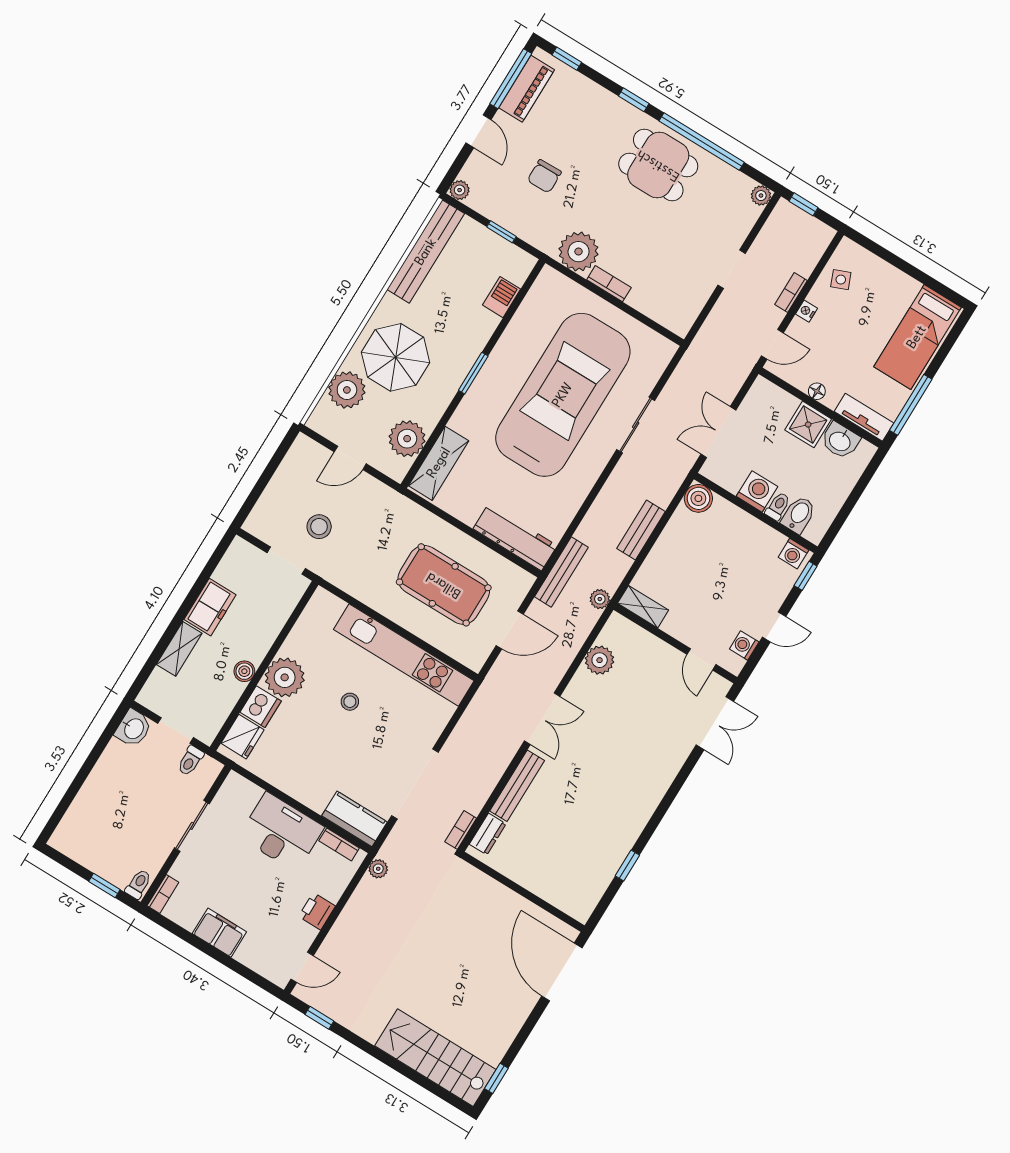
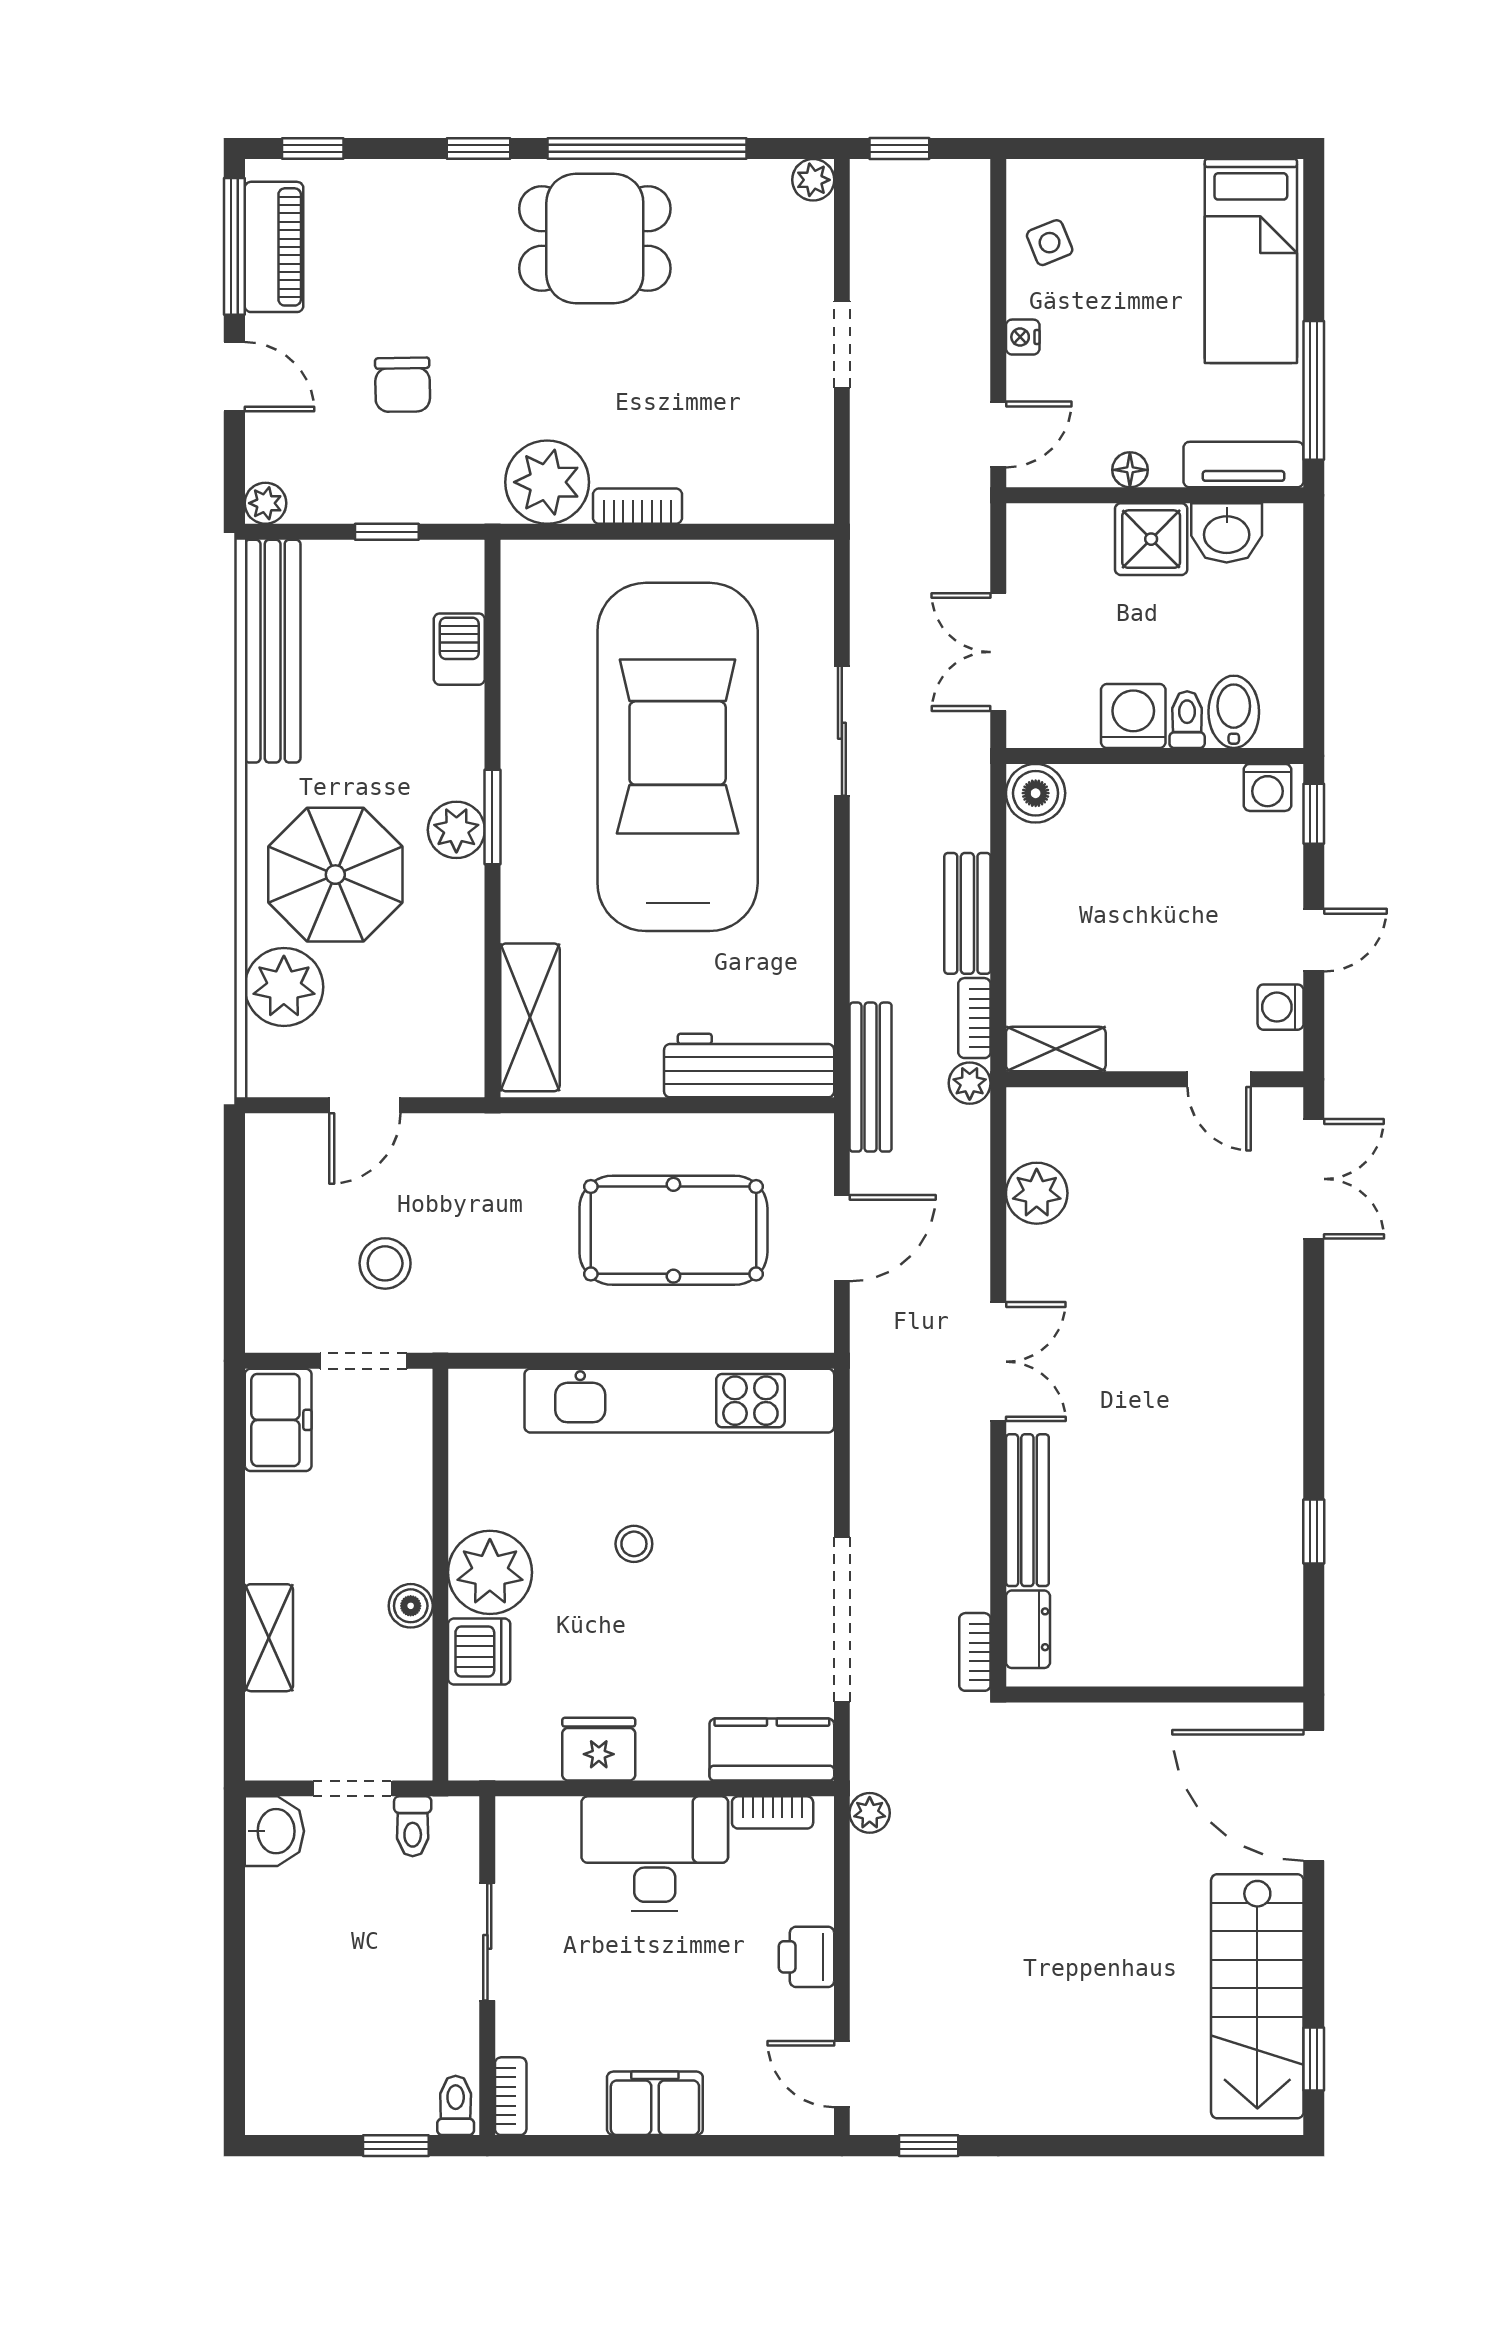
bookcase: (791, 293) -> (974, 1018), moved
plant: (407, 439) -> (456, 830), moved, width x0.73, depth x0.73
freezer: (210, 607) -> (278, 1420), moved
fridge: (243, 737) -> (599, 1749), moved, turned -90
door: (302, 967) -> (842, 2074), swing flipped
stairs: (435, 1058) -> (1257, 1996), moved, turned -90

